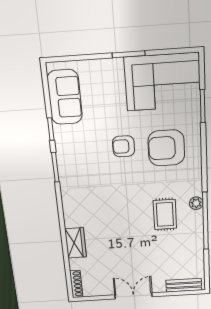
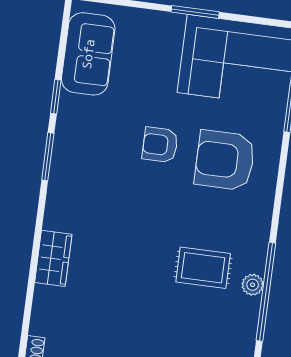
plant: (196, 203) -> (253, 285), moved
rug: (165, 214) -> (203, 268), turned 90
wardrobe: (76, 243) -> (53, 258), moved

